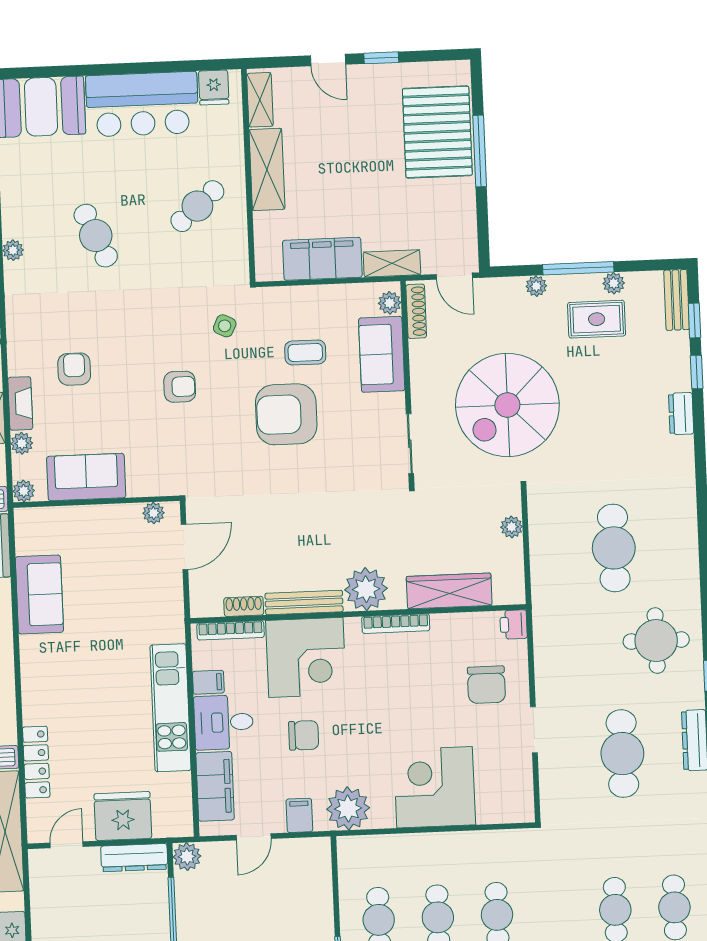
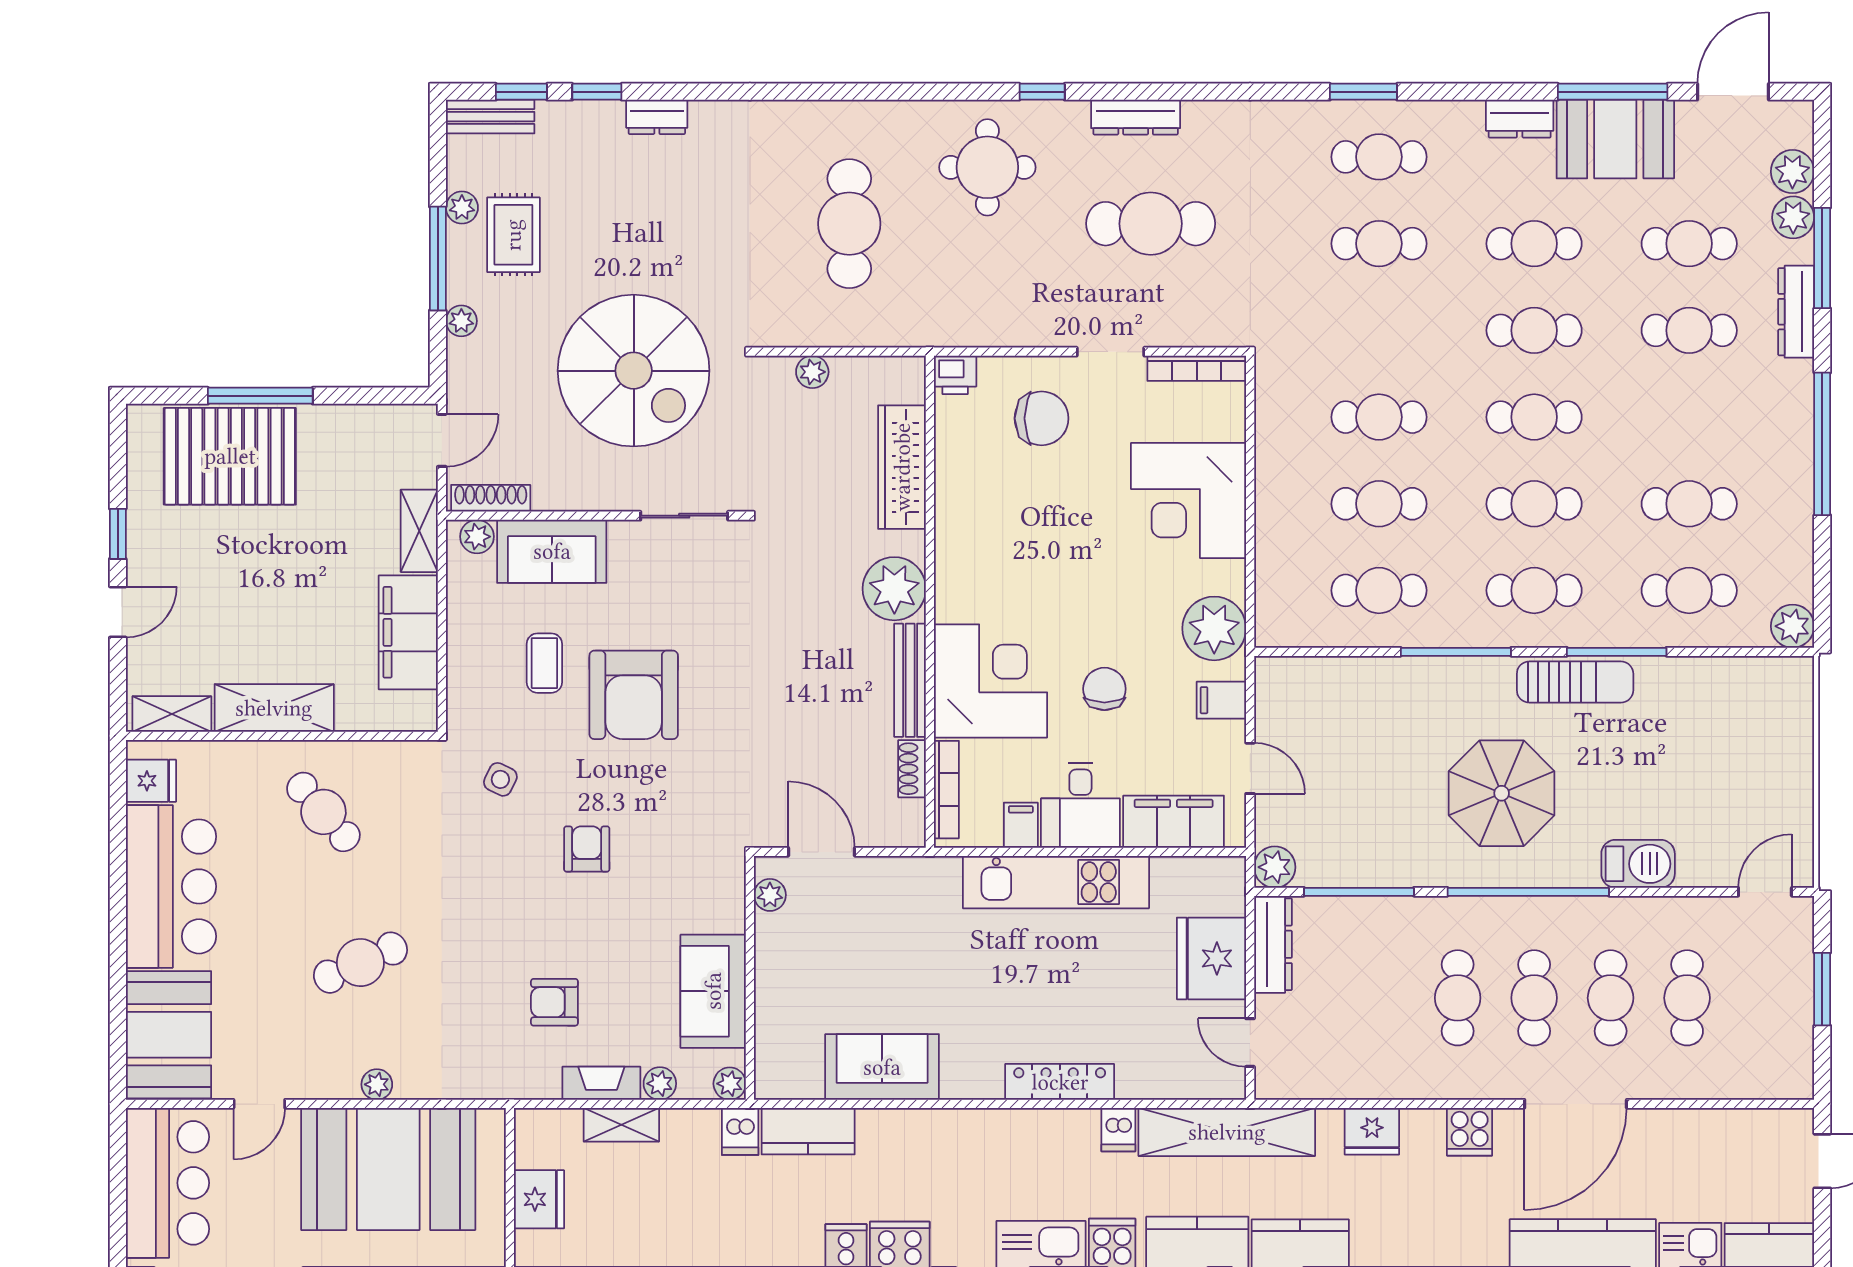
cafe table: (614, 548) -> (849, 224), turned 90
bookcase: (396, 624) -> (1197, 368), moved, turned 90
locker: (36, 762) -> (1060, 1082), moved

